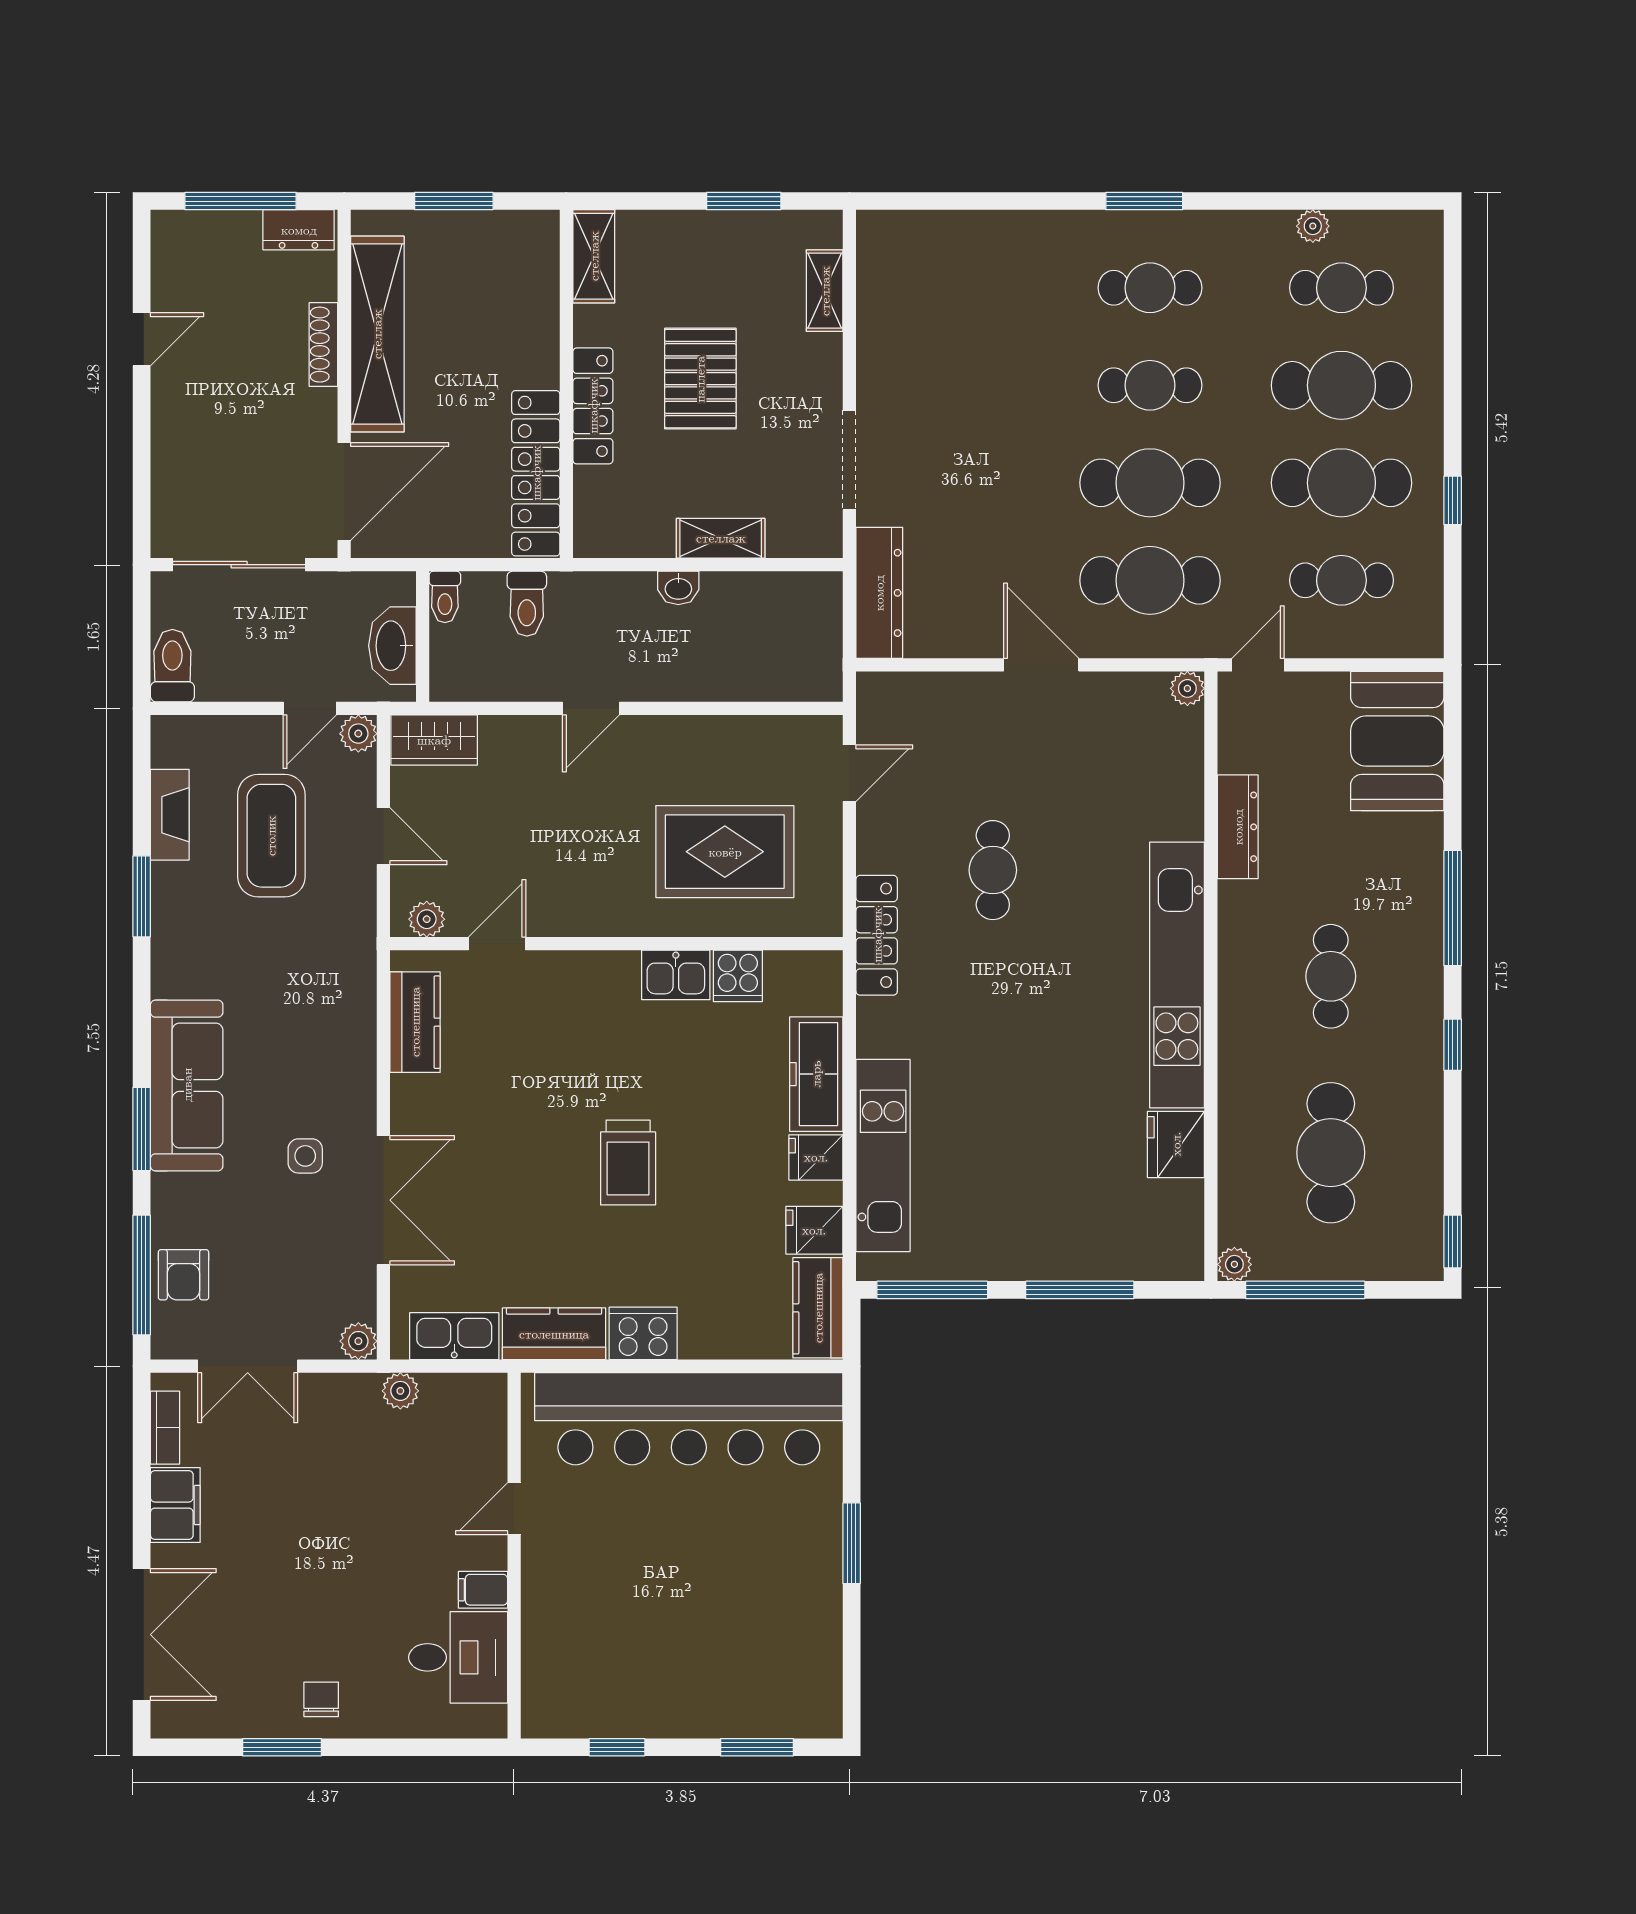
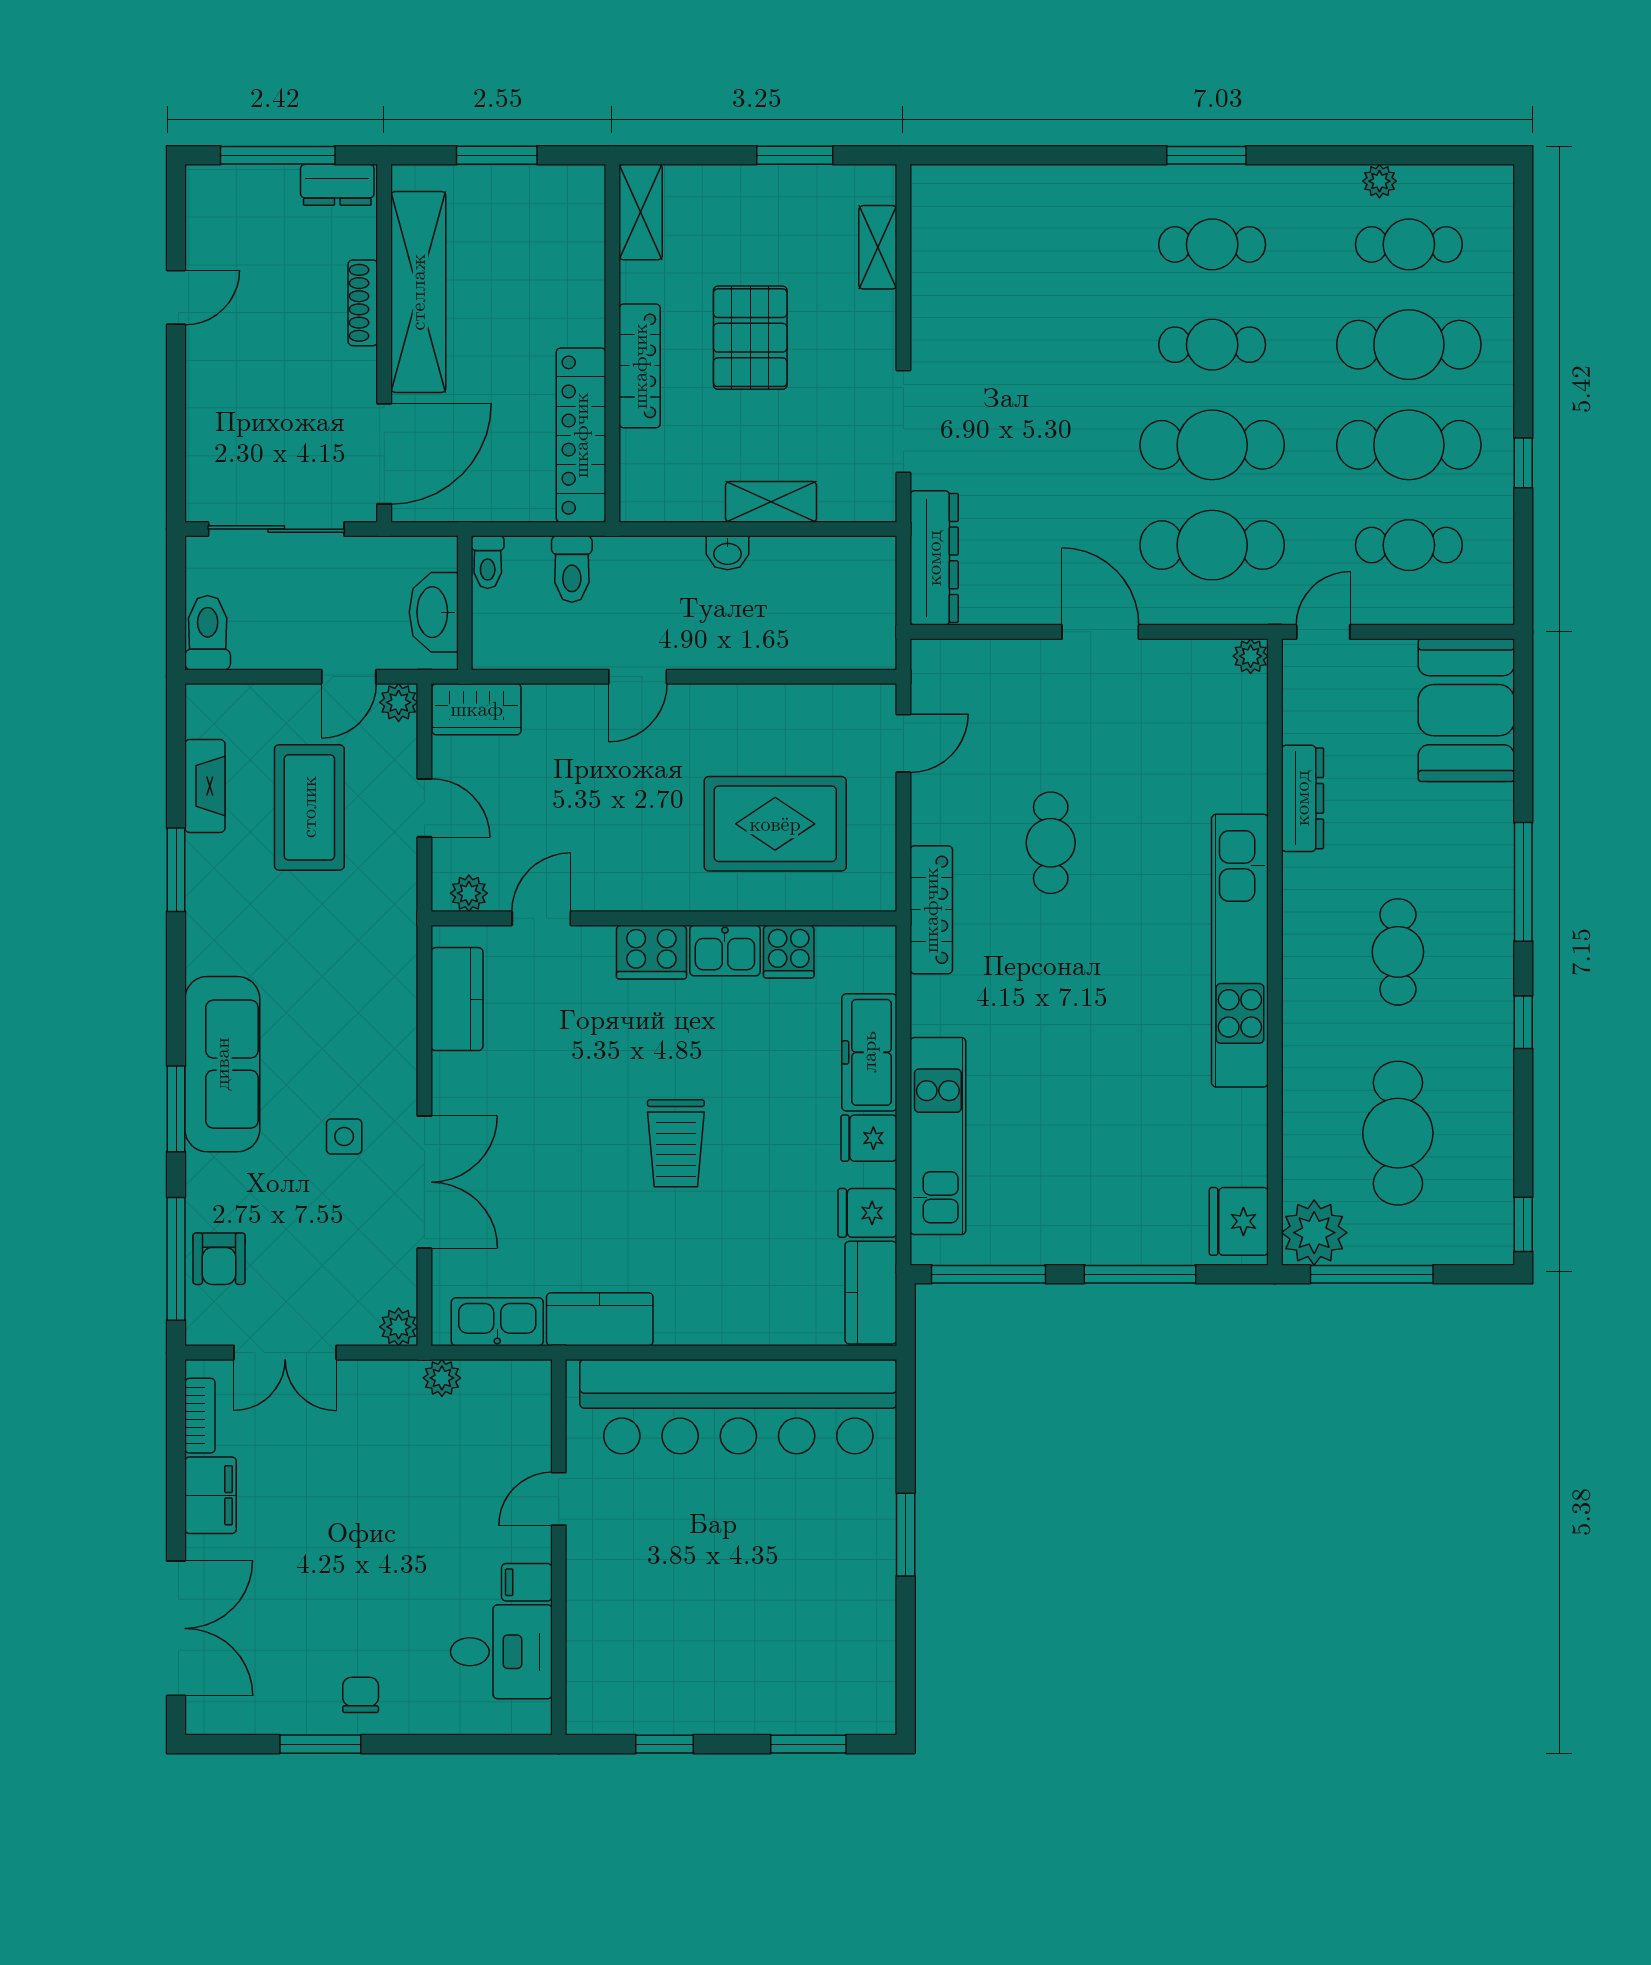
fridge: (1176, 1144) -> (1239, 1221), moved
plant: (1234, 1264) -> (1314, 1233), width x1.88, depth x1.88
cooker: (643, 1333) -> (651, 952), moved, turned 180

